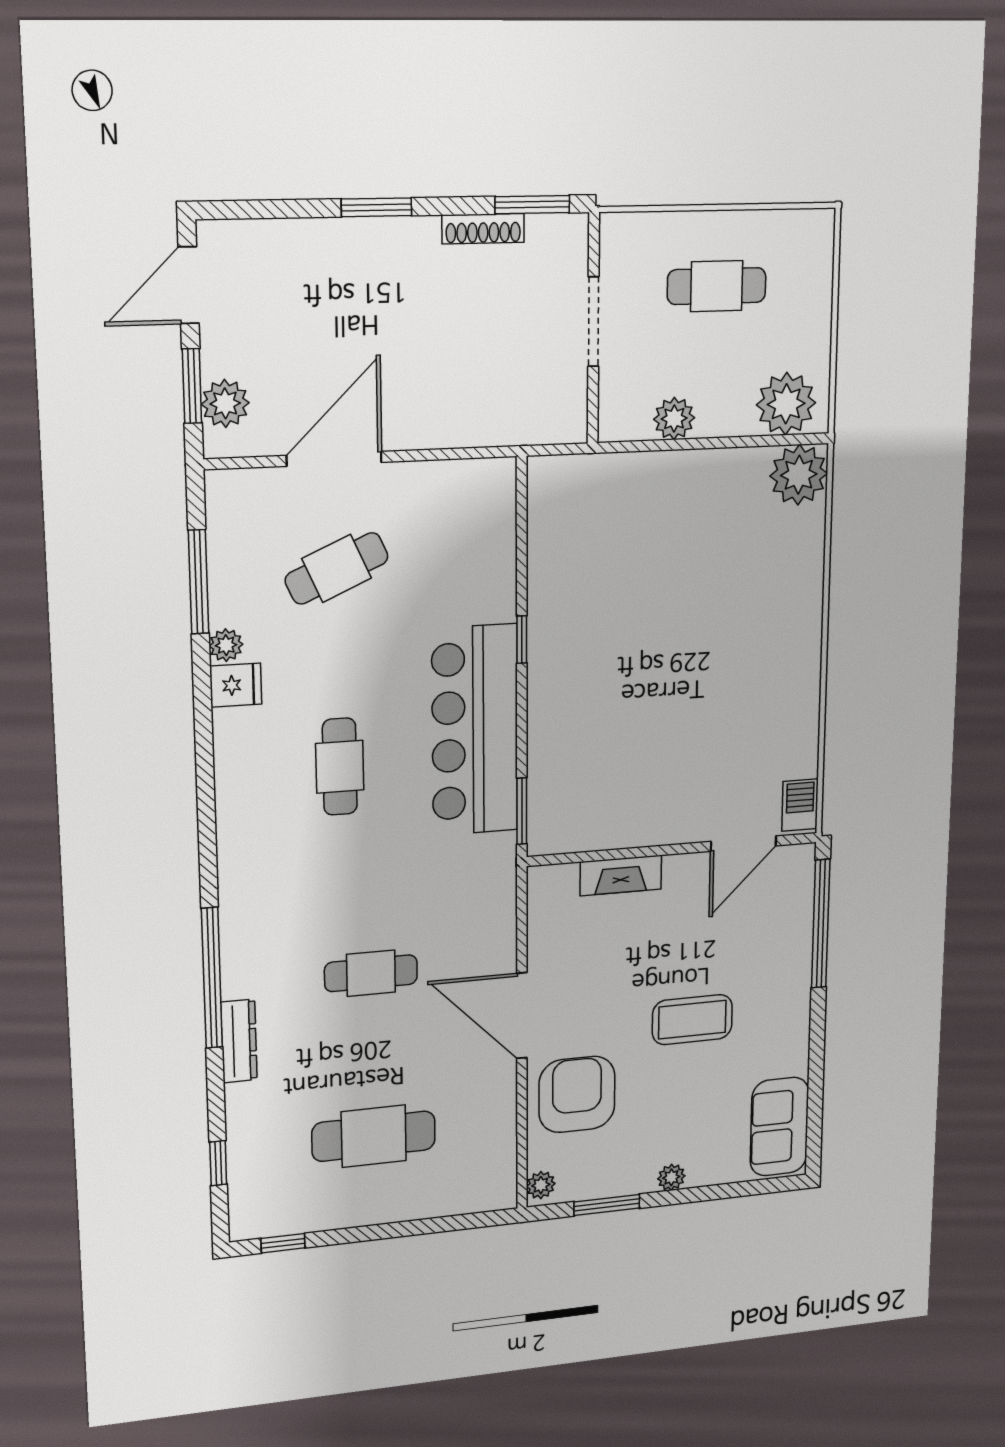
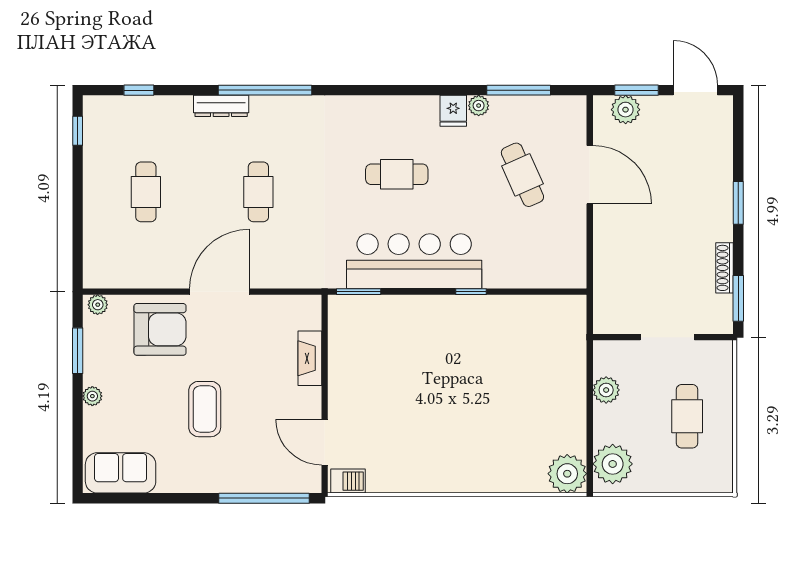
cafe table: (374, 1136) -> (146, 192), width x0.73, depth x0.74

